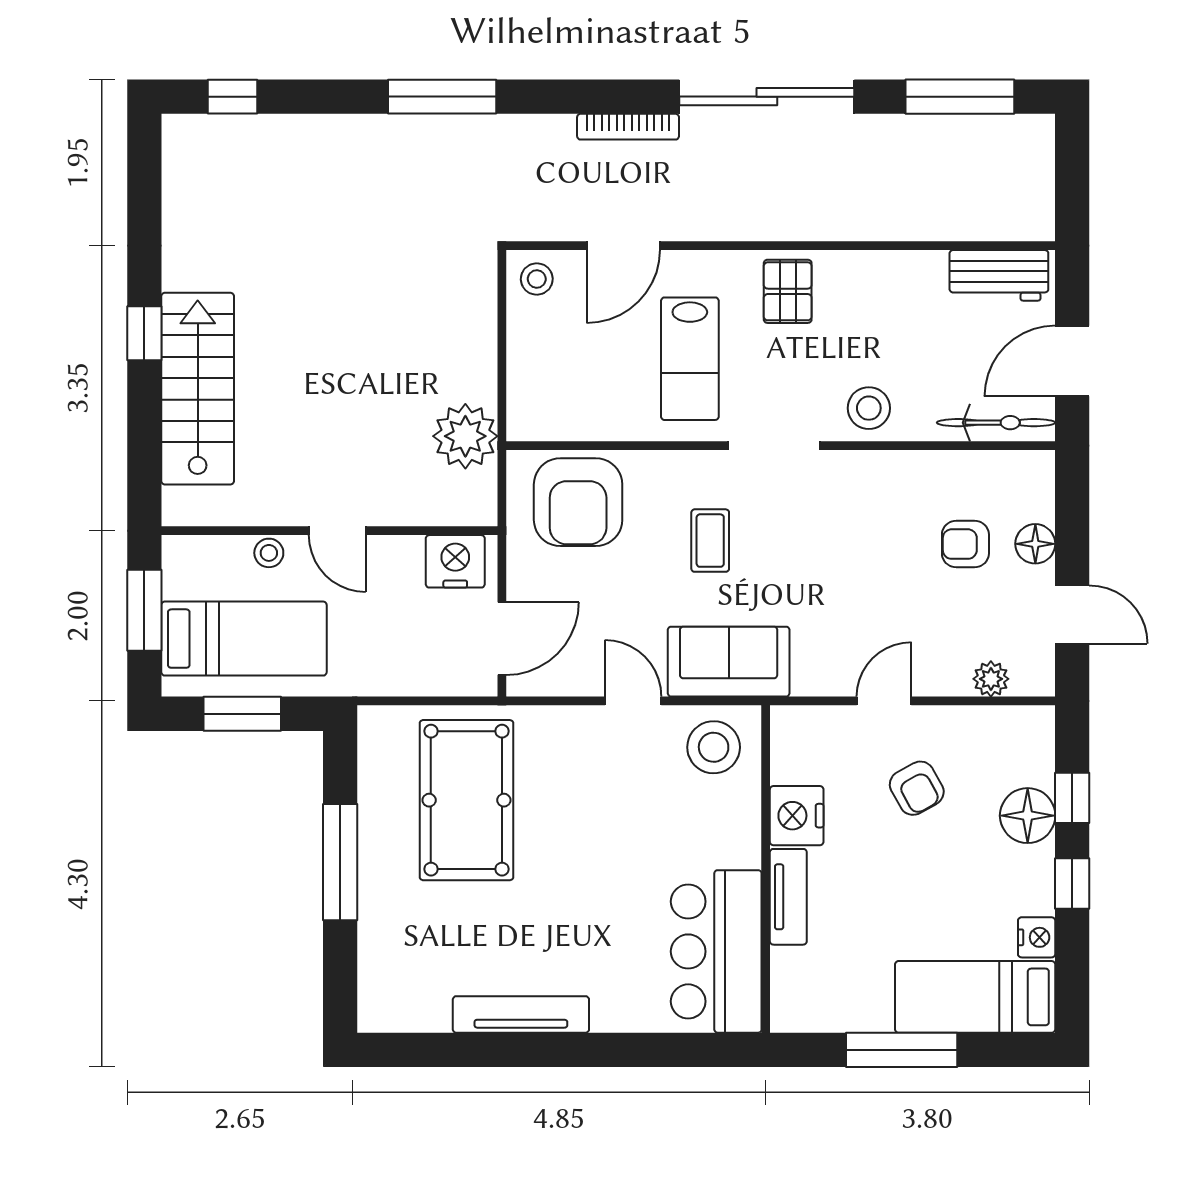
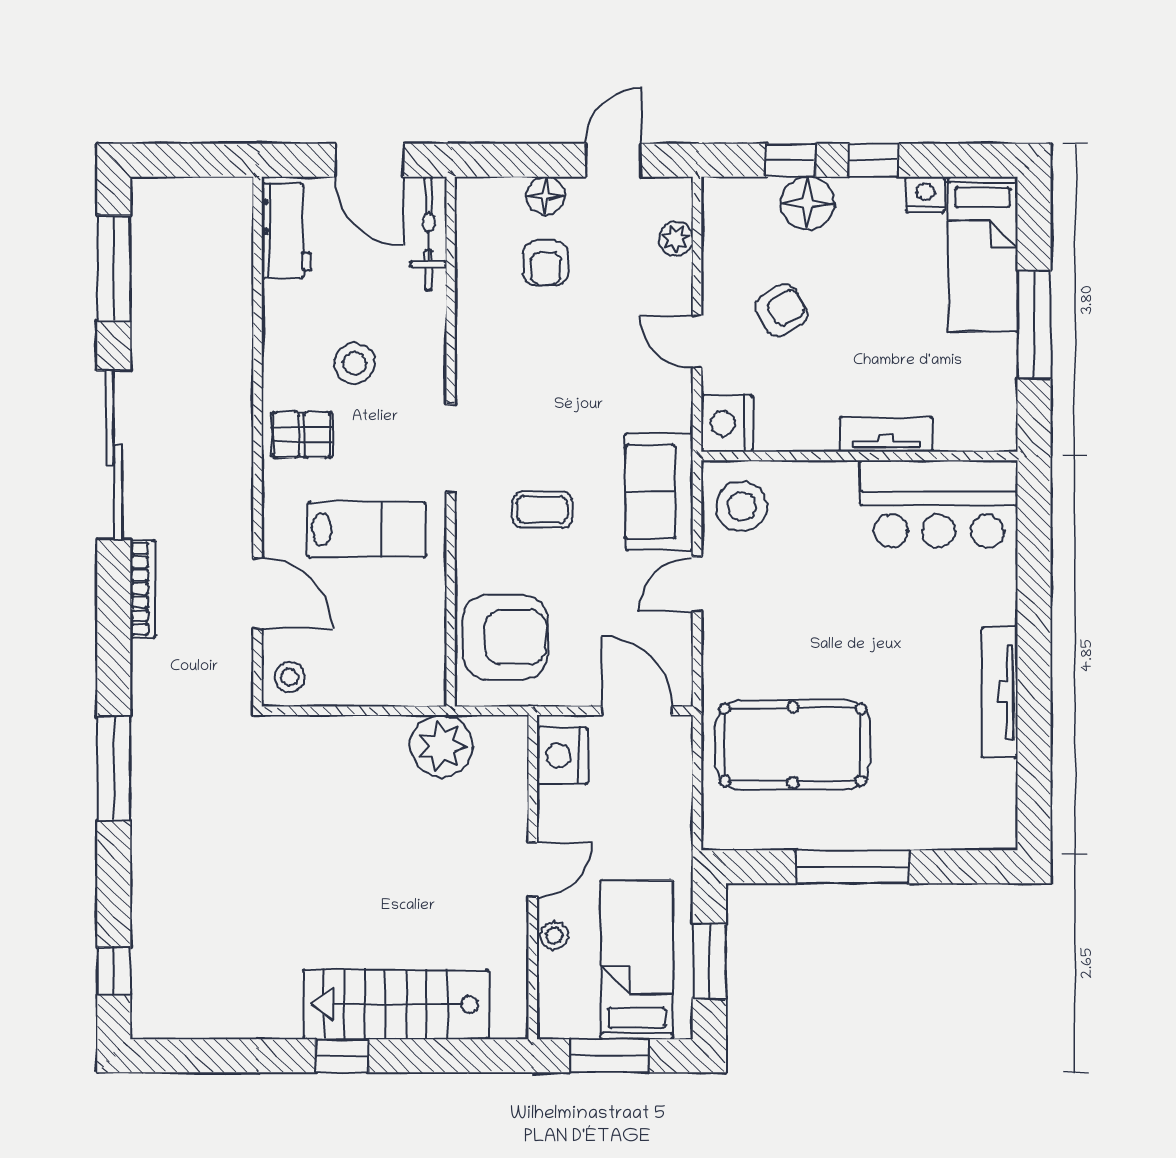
stool: (869, 408) -> (355, 363), moved
nightstand: (797, 816) -> (727, 423), moved, turned 90

